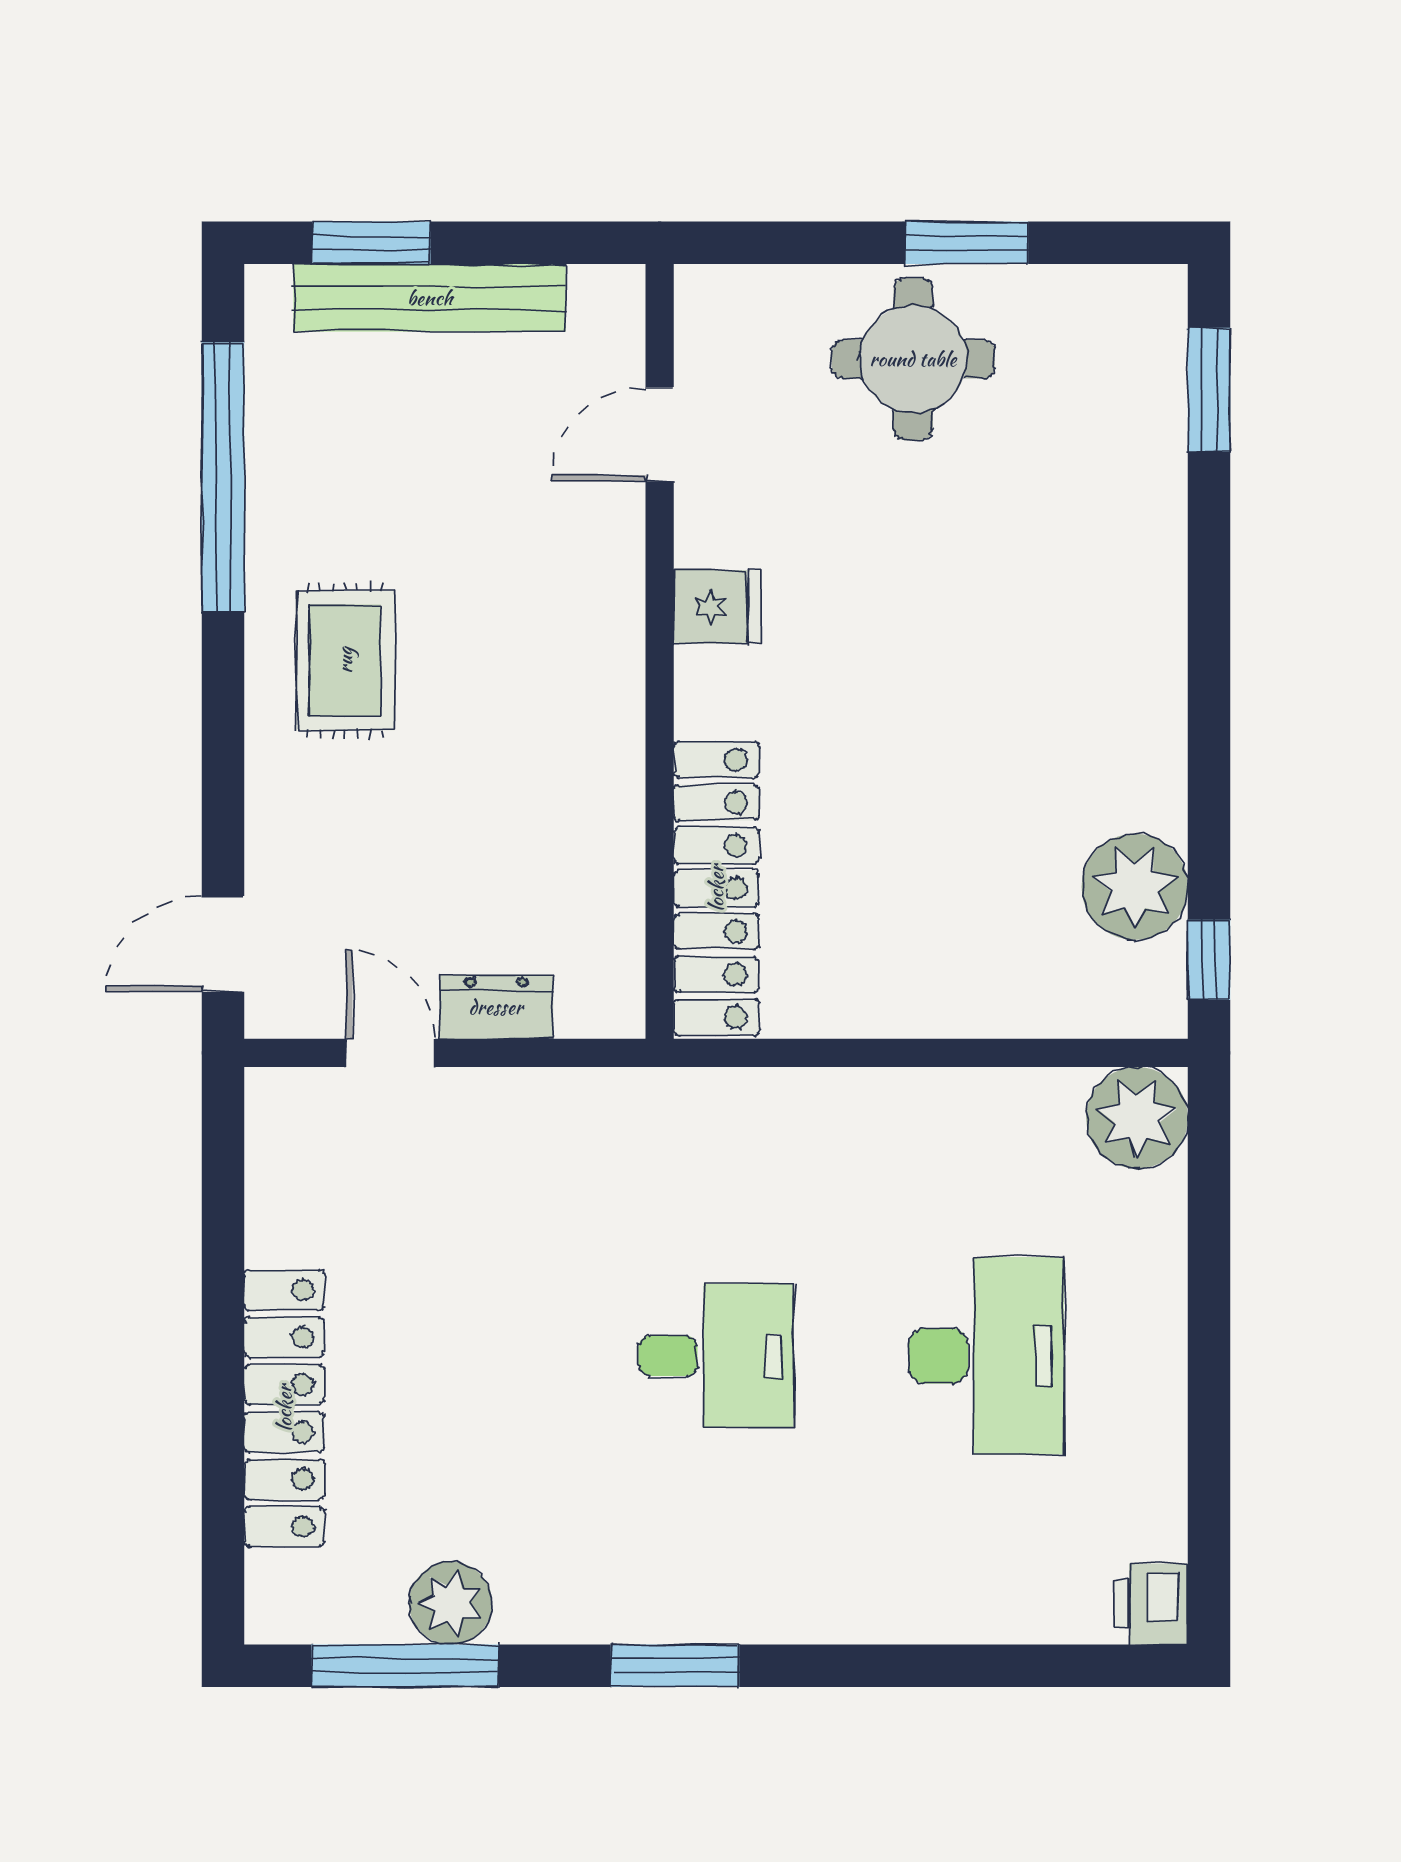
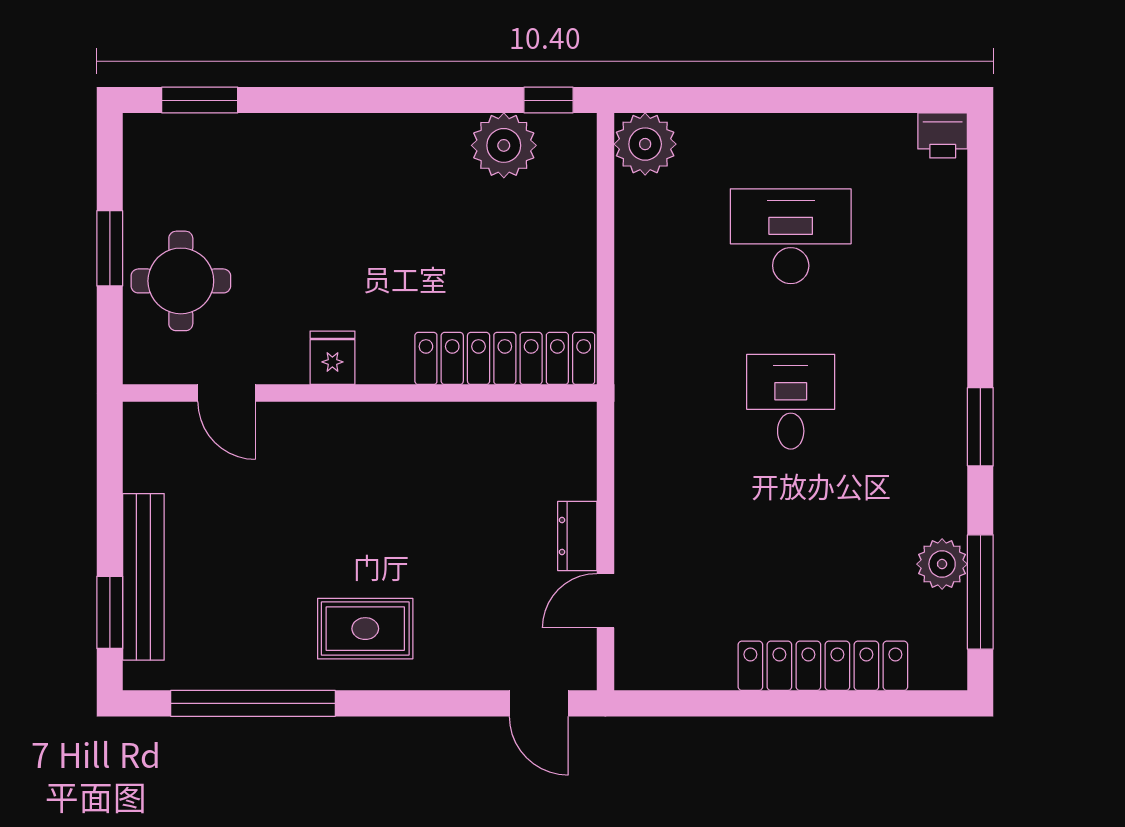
door: (660, 434) -> (227, 393), moved
fridge: (717, 607) -> (332, 358), moved
wall: (660, 651) -> (360, 393), moved
locker: (716, 888) -> (505, 358), moved

